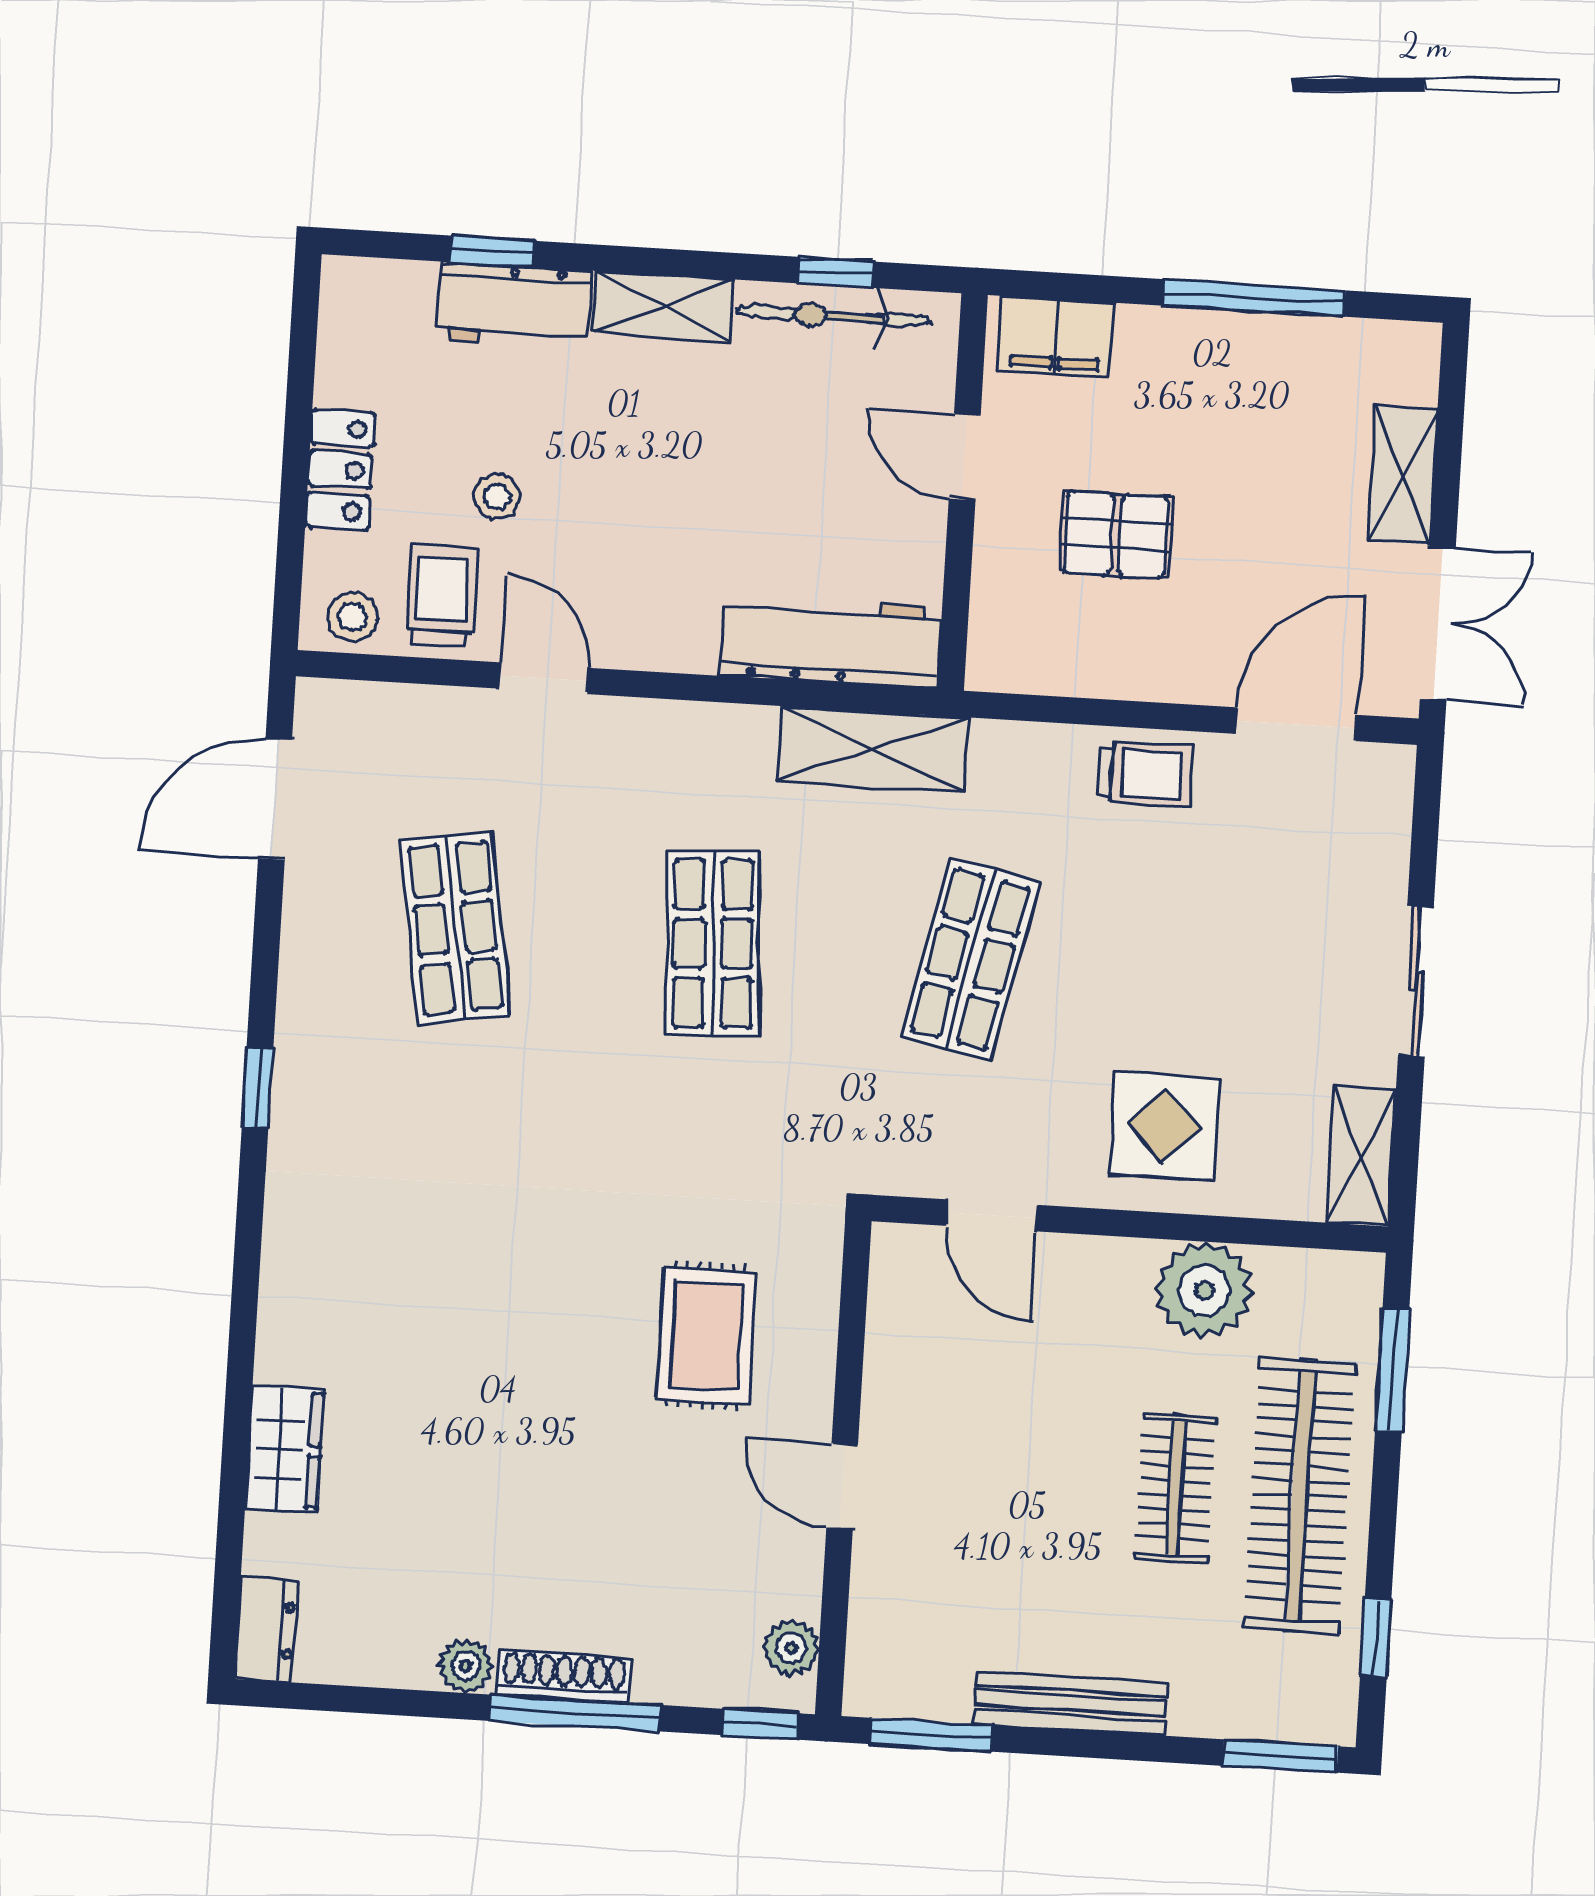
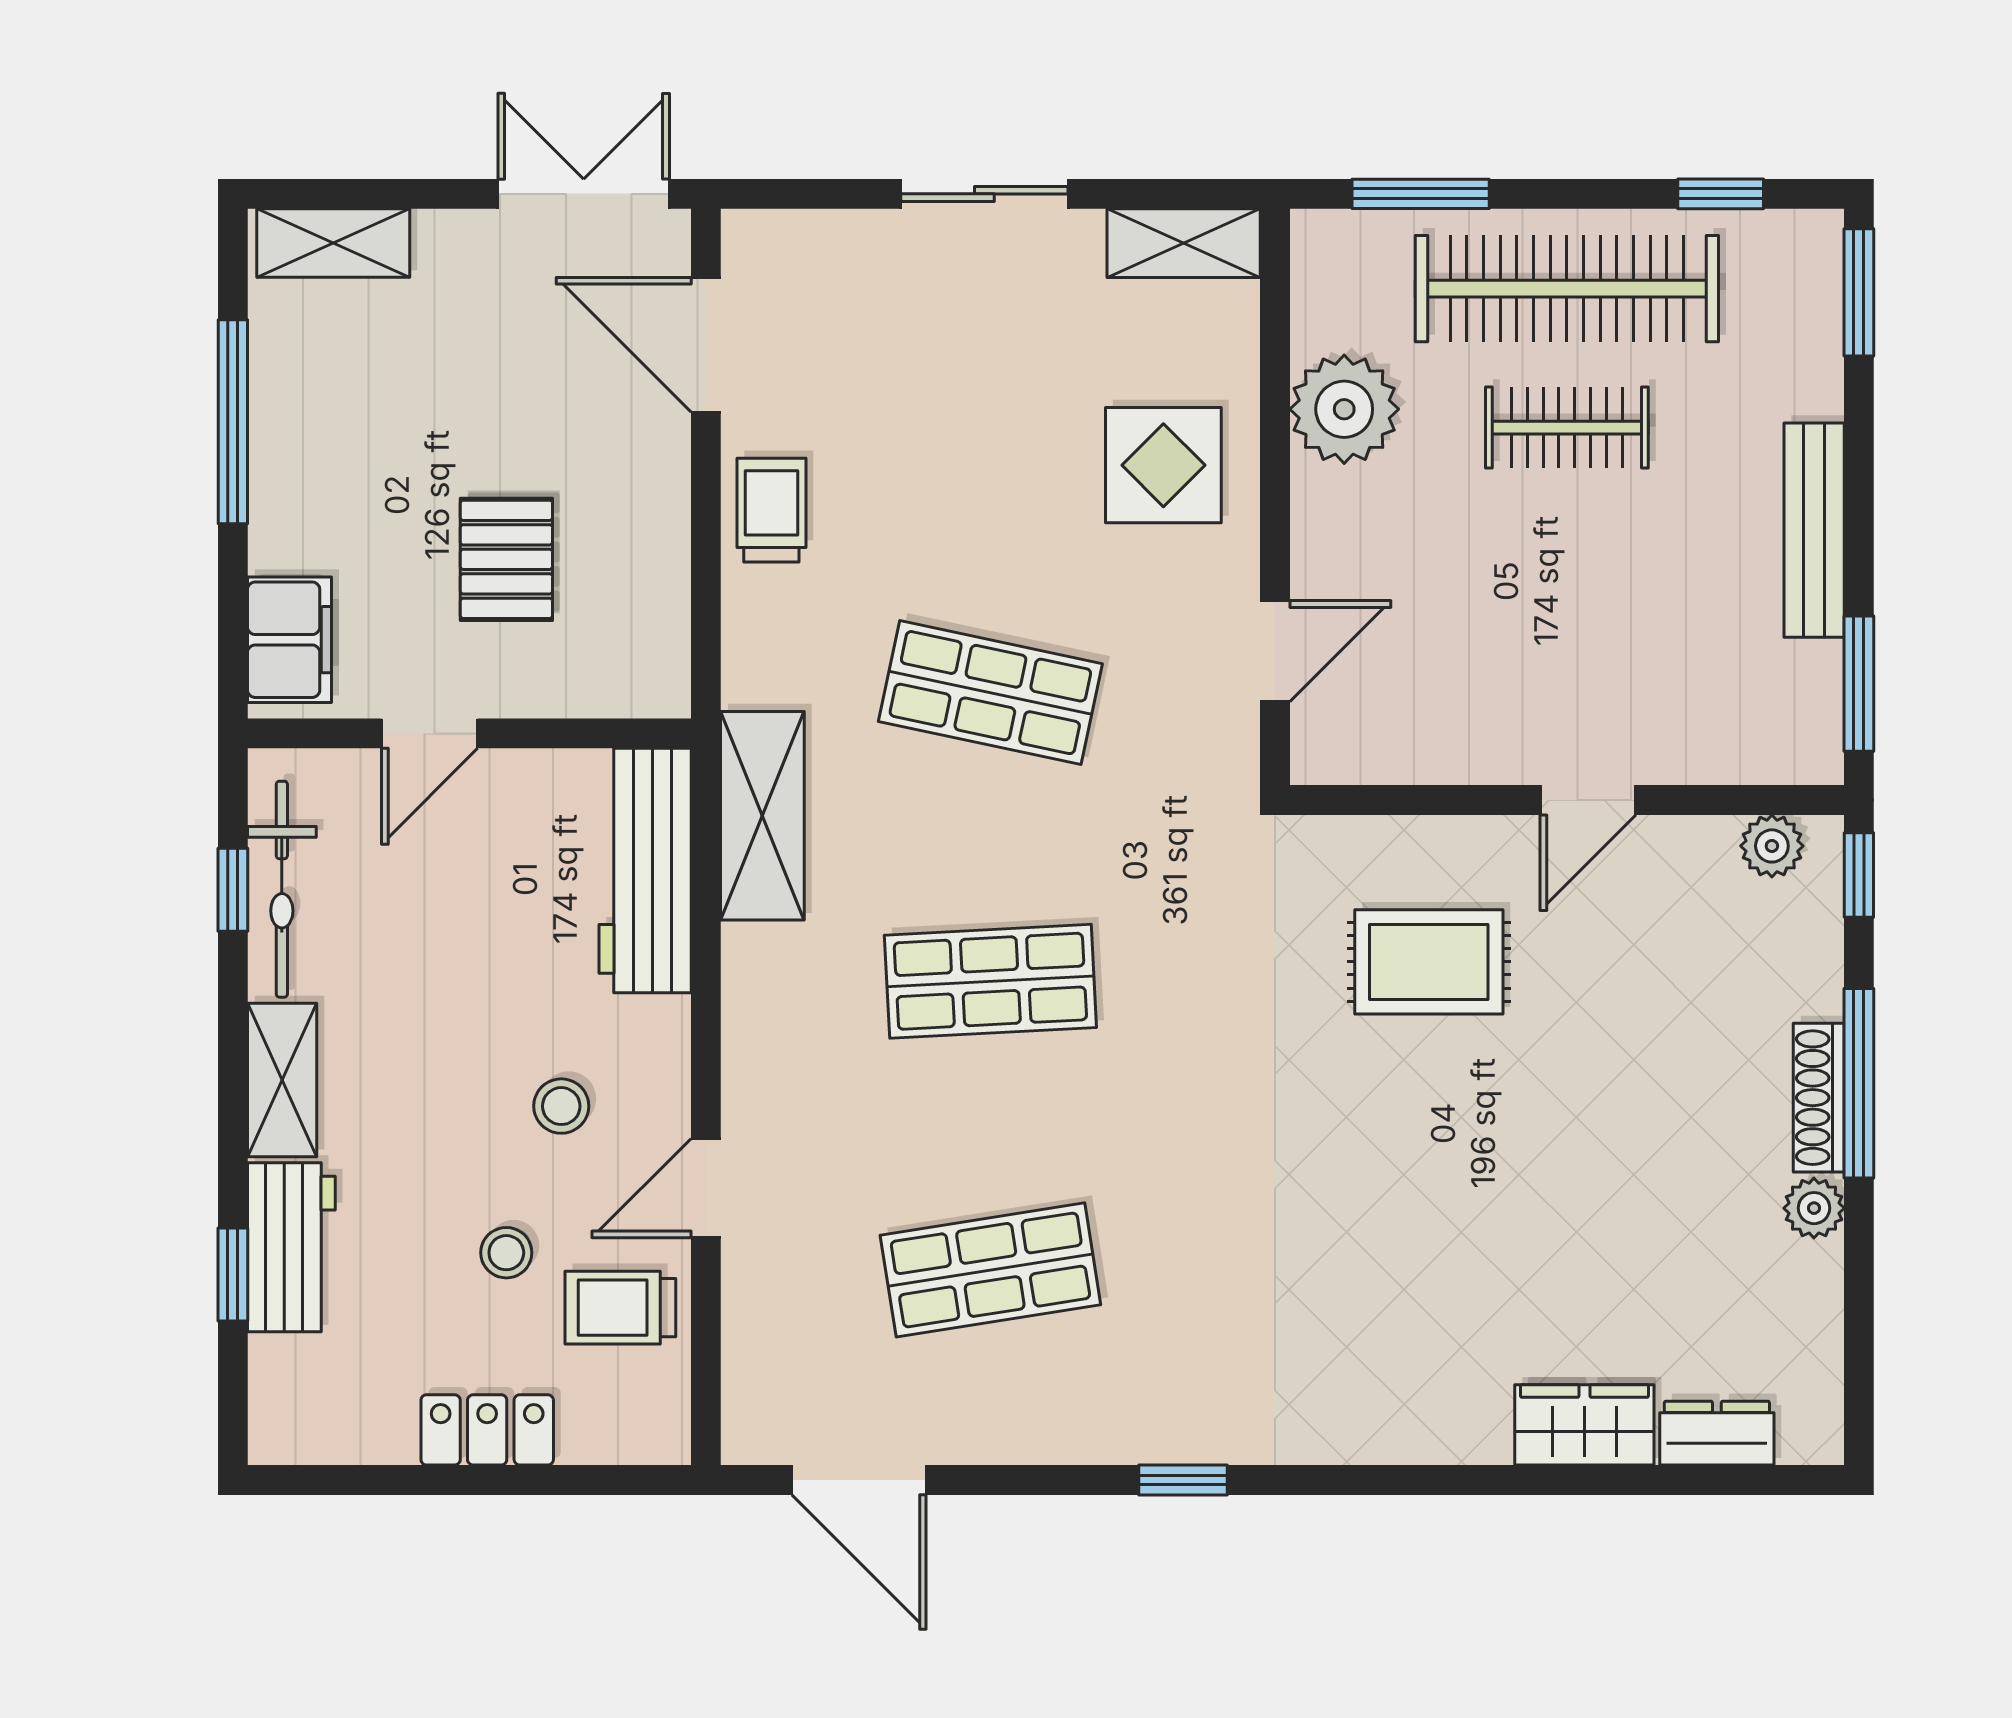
shelving: (1403, 474) -> (333, 243), moved
stool: (353, 617) -> (561, 1106), moved
dresser: (266, 1630) -> (1717, 1433), moved

